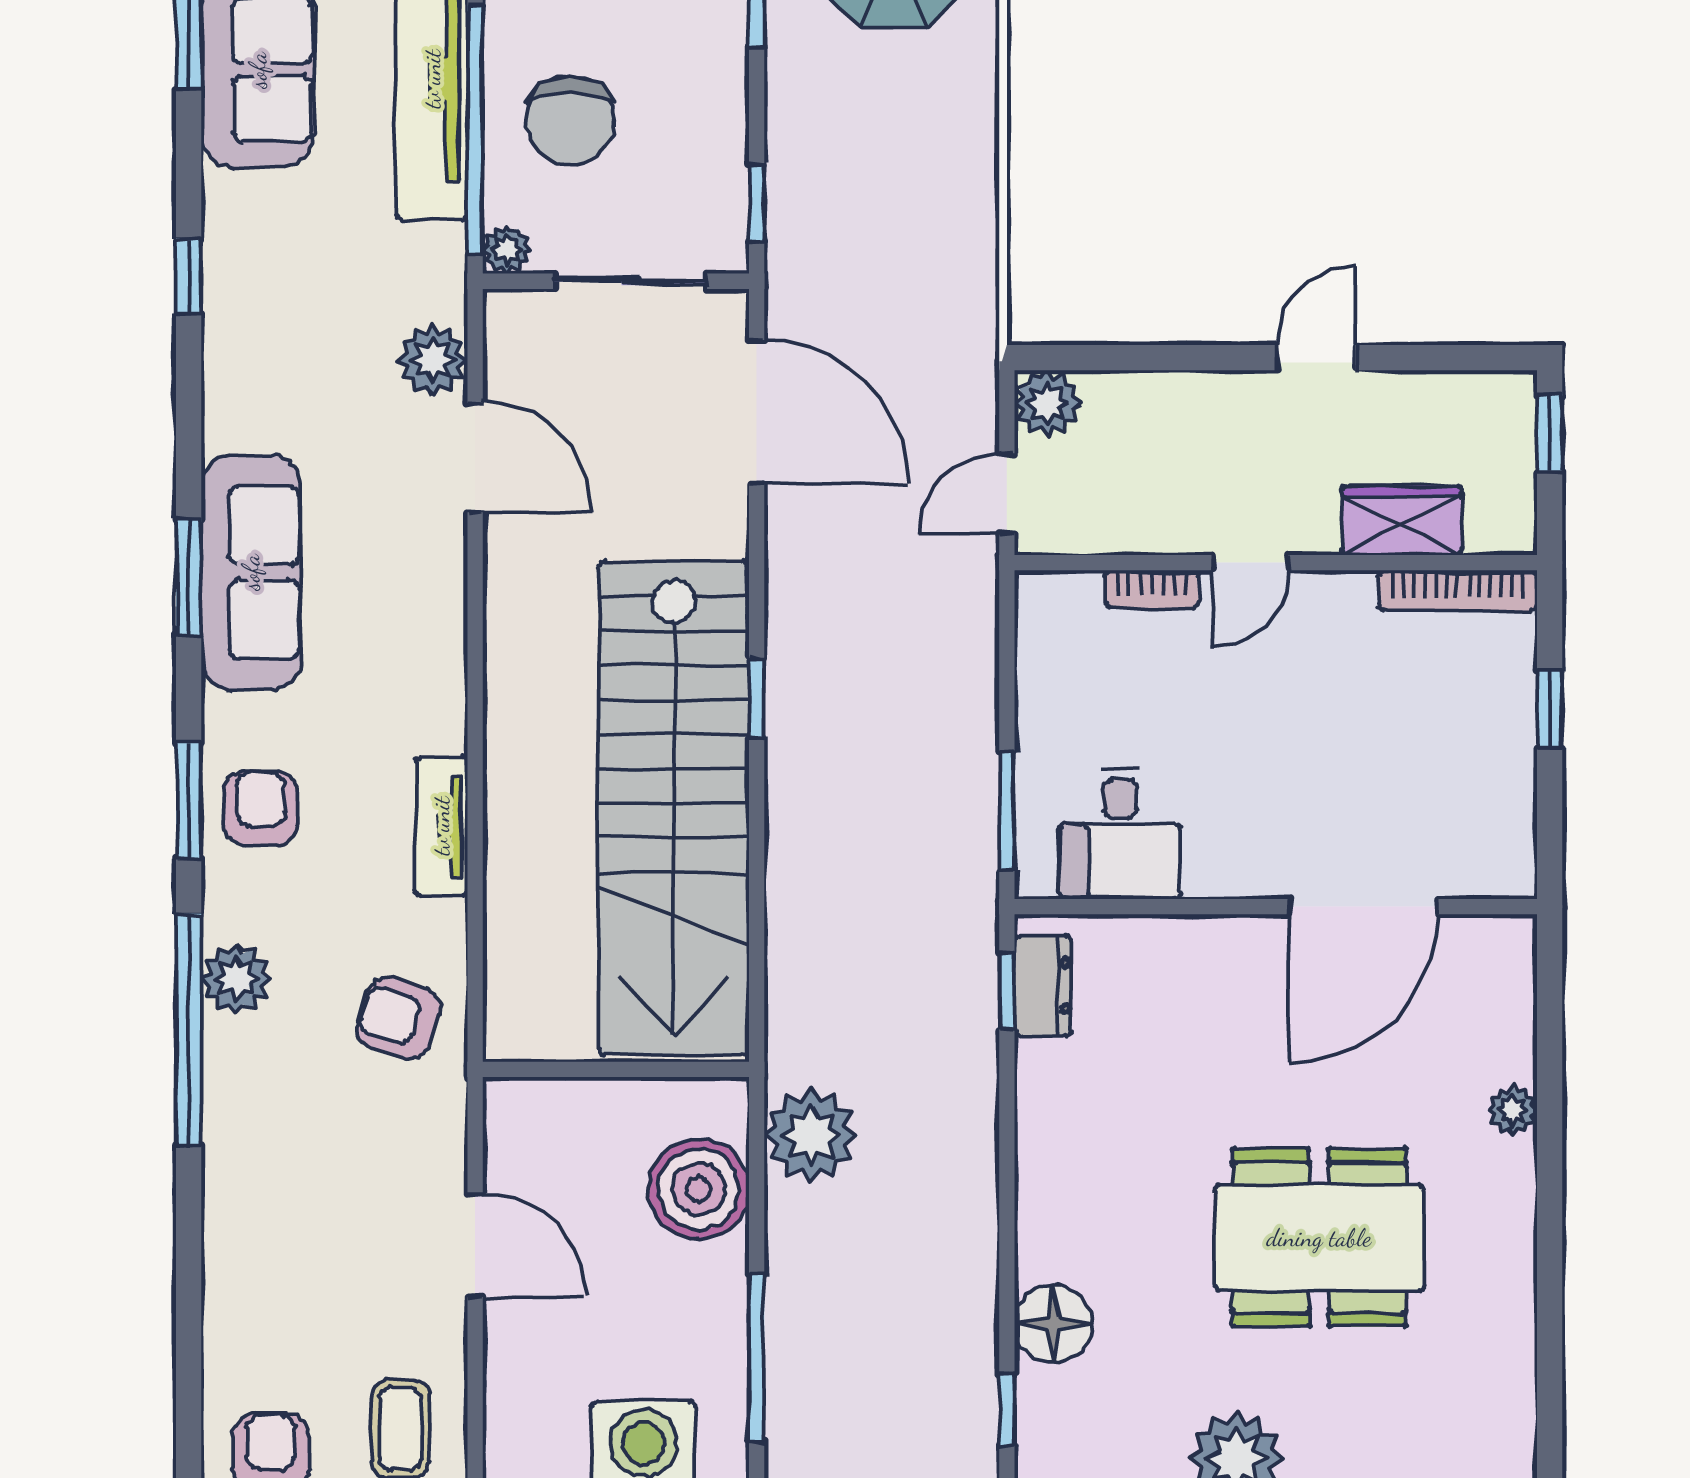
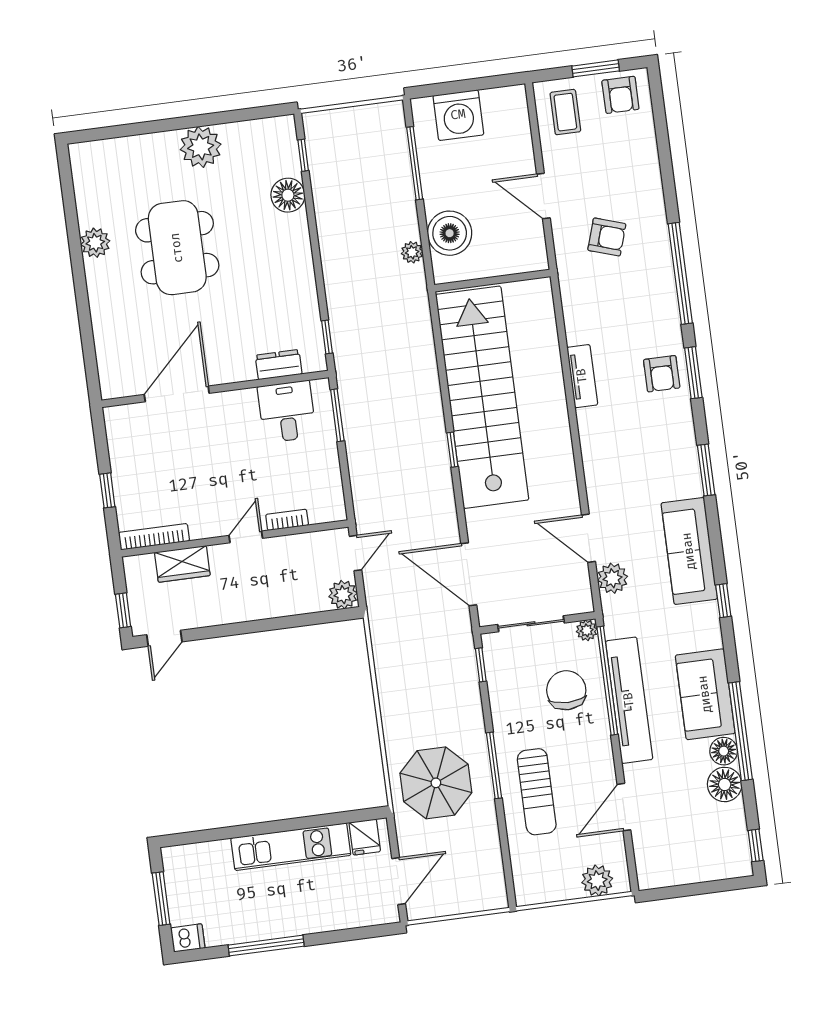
door: (1316, 358) -> (164, 638), moved
sofa: (251, 572) -> (689, 551), moved
plant: (236, 979) -> (663, 298), removed
dresser: (1043, 986) -> (279, 365), moved, turned 90
armchair: (399, 1019) -> (607, 237), moved
plant: (1512, 1111) -> (95, 243), moved, width x1.38, depth x1.38
plant: (811, 1135) -> (412, 252), width x0.53, depth x0.53
dining table: (1319, 1238) -> (177, 248), turned 90

